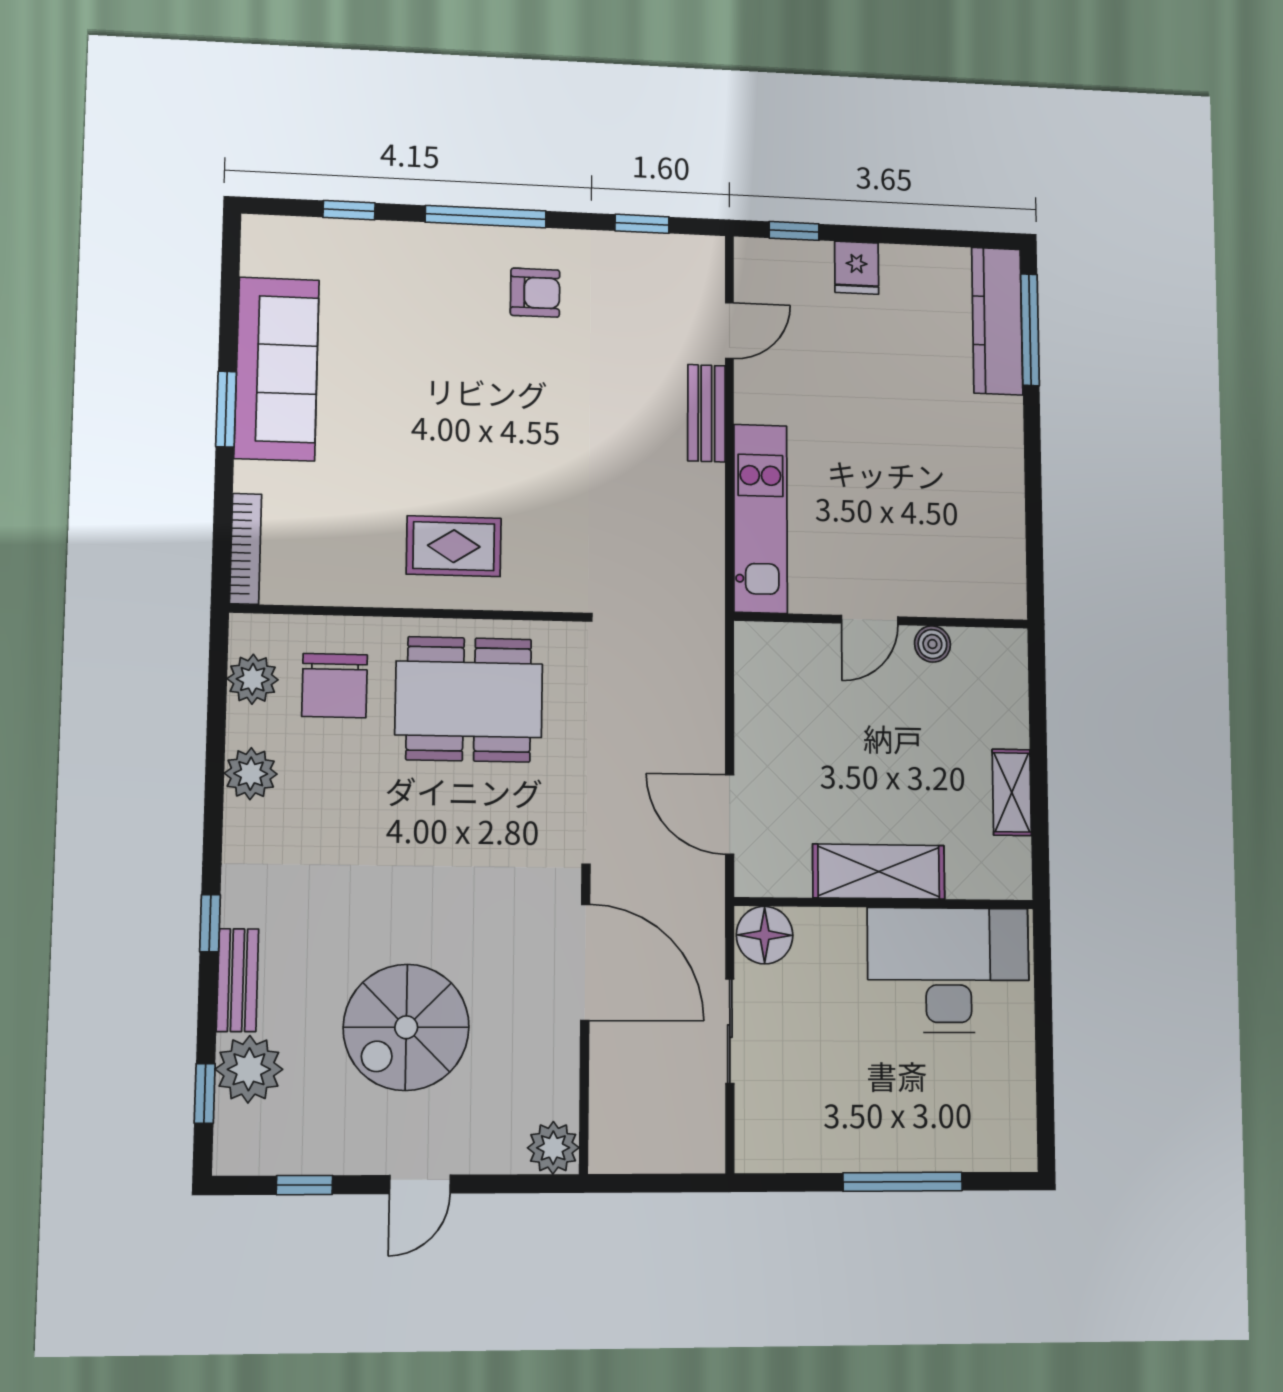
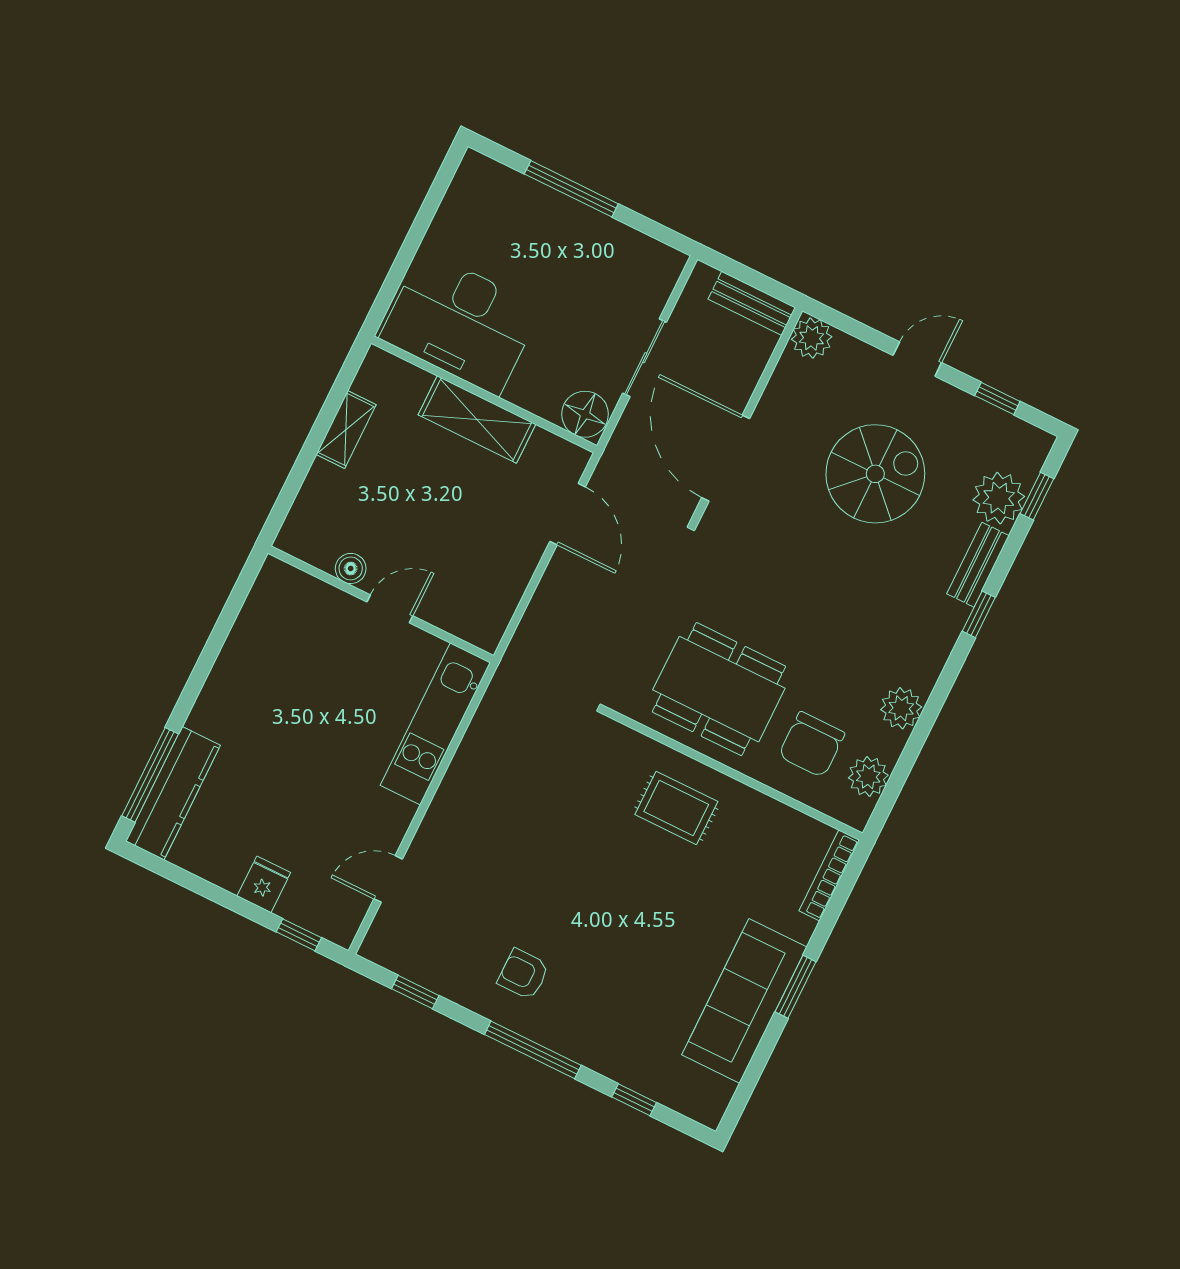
bench: (706, 413) -> (752, 303), moved, turned 90
chair: (335, 686) -> (812, 745), turned 180

